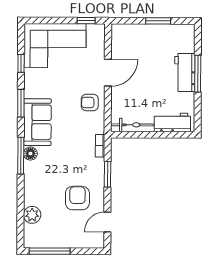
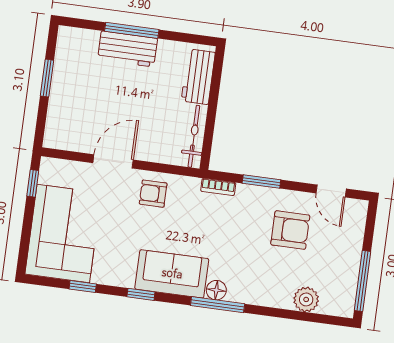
door: (108, 73) -> (113, 161), hinge flipped
armchair: (90, 102) -> (153, 194), turned 90
window: (21, 103) -> (141, 294), width x0.67
armchair: (77, 198) -> (290, 230), turned 180

